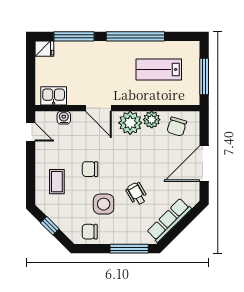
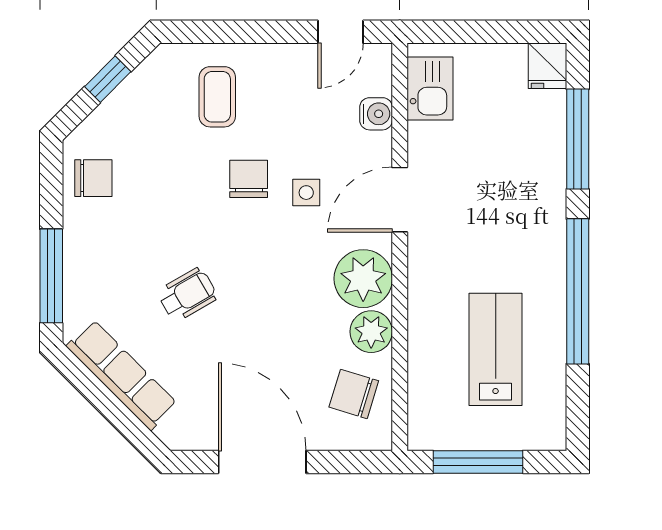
coffee table: (57, 182) -> (217, 97), turned 90
side table: (104, 204) -> (306, 193), moved, width x0.54, depth x0.54
chair: (90, 232) -> (93, 178), turned 90

